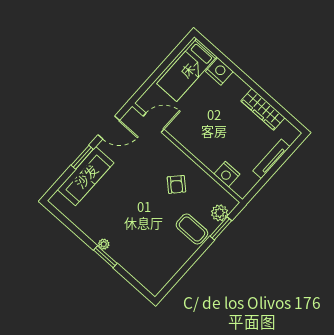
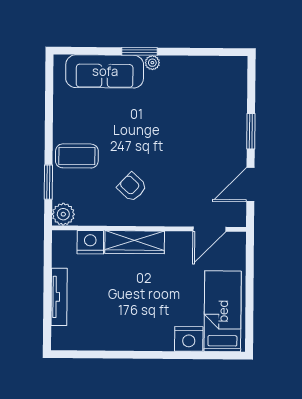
wardrobe: (263, 109) -> (135, 242), moved, turned 180
sofa: (86, 176) -> (105, 71), moved, turned -90
plant: (220, 213) -> (63, 214), moved

